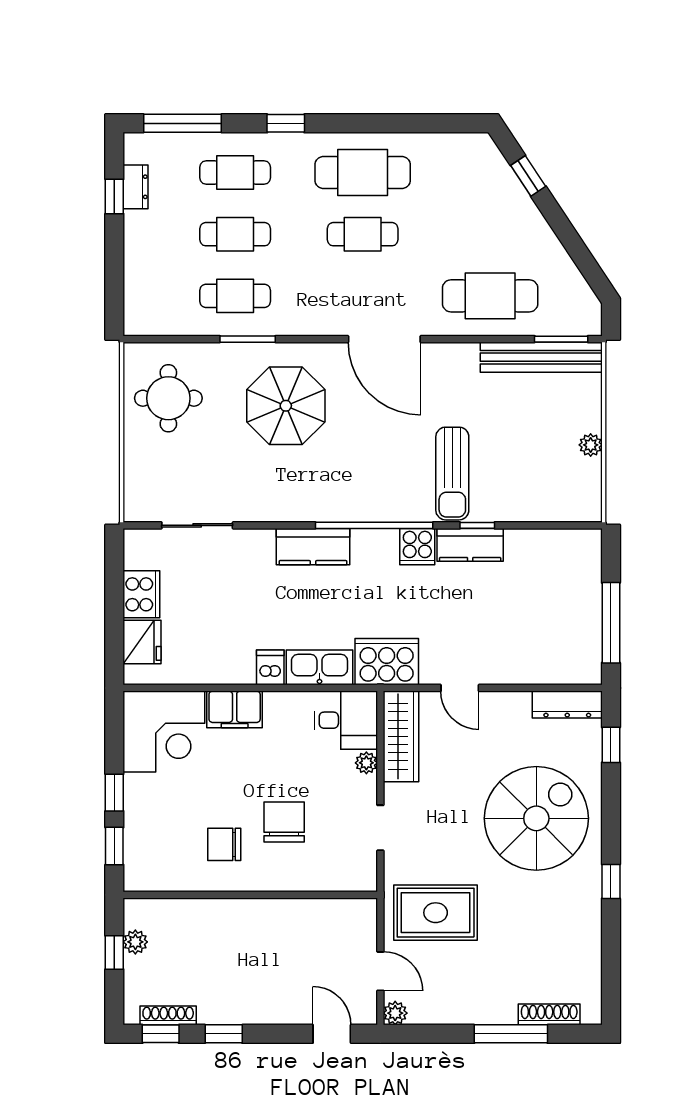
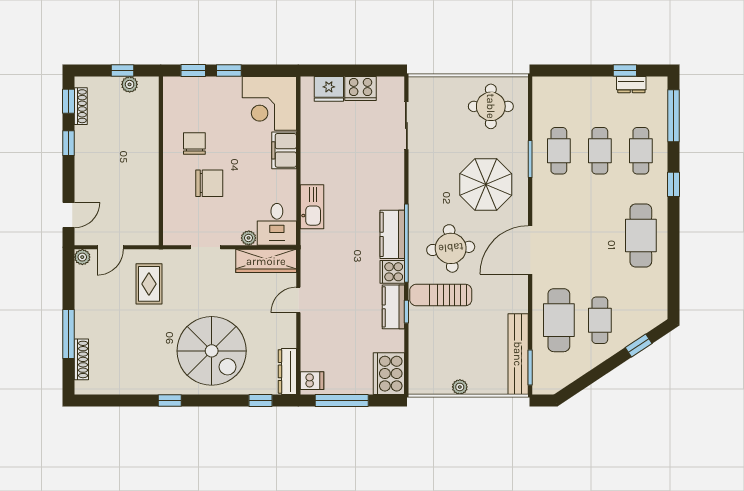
cafe table: (363, 234) -> (600, 320), moved
round table: (382, 459) -> (451, 248), added
kitchen counter: (313, 547) -> (392, 234), moved
cooker: (387, 662) -> (389, 374), moved, turned 180
dishwasher: (270, 667) -> (312, 381), moved
rug: (436, 913) -> (149, 284), width x0.73, depth x0.70

